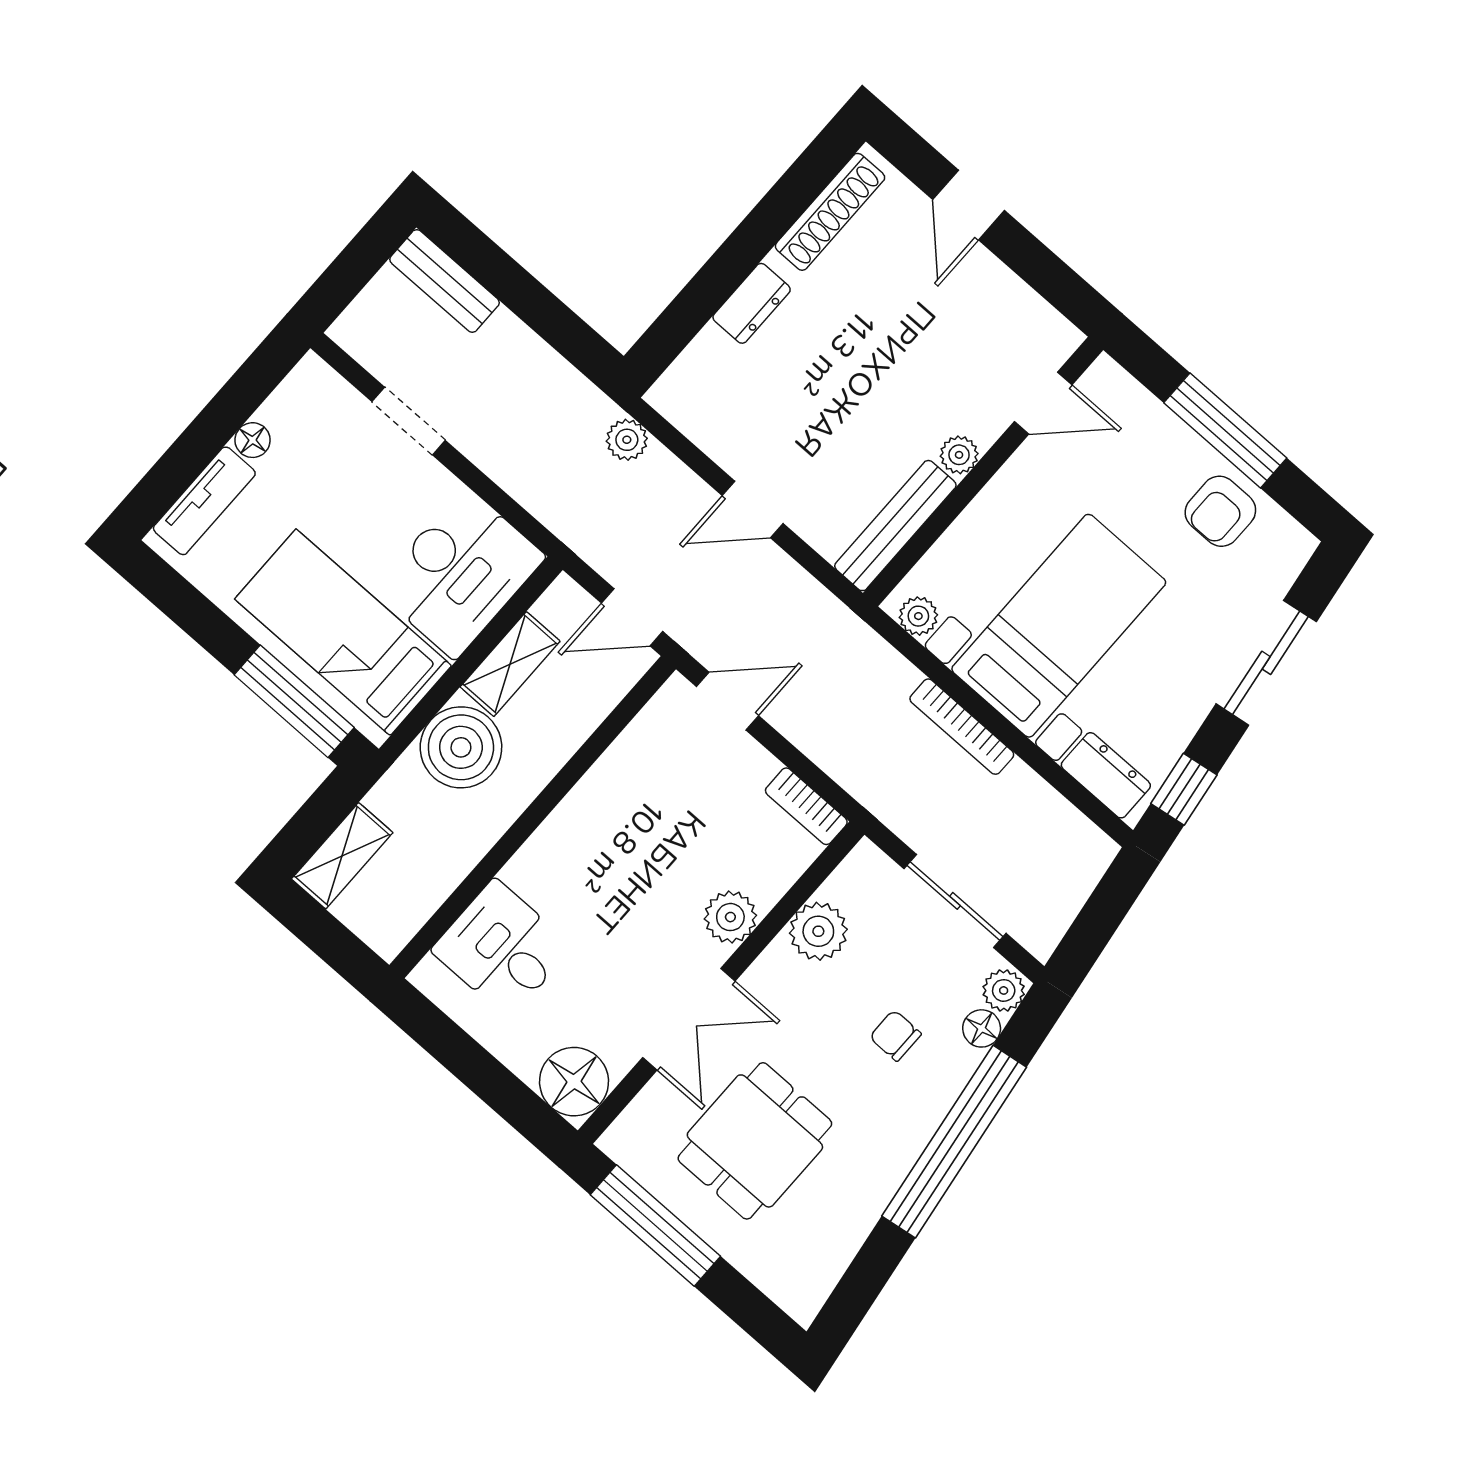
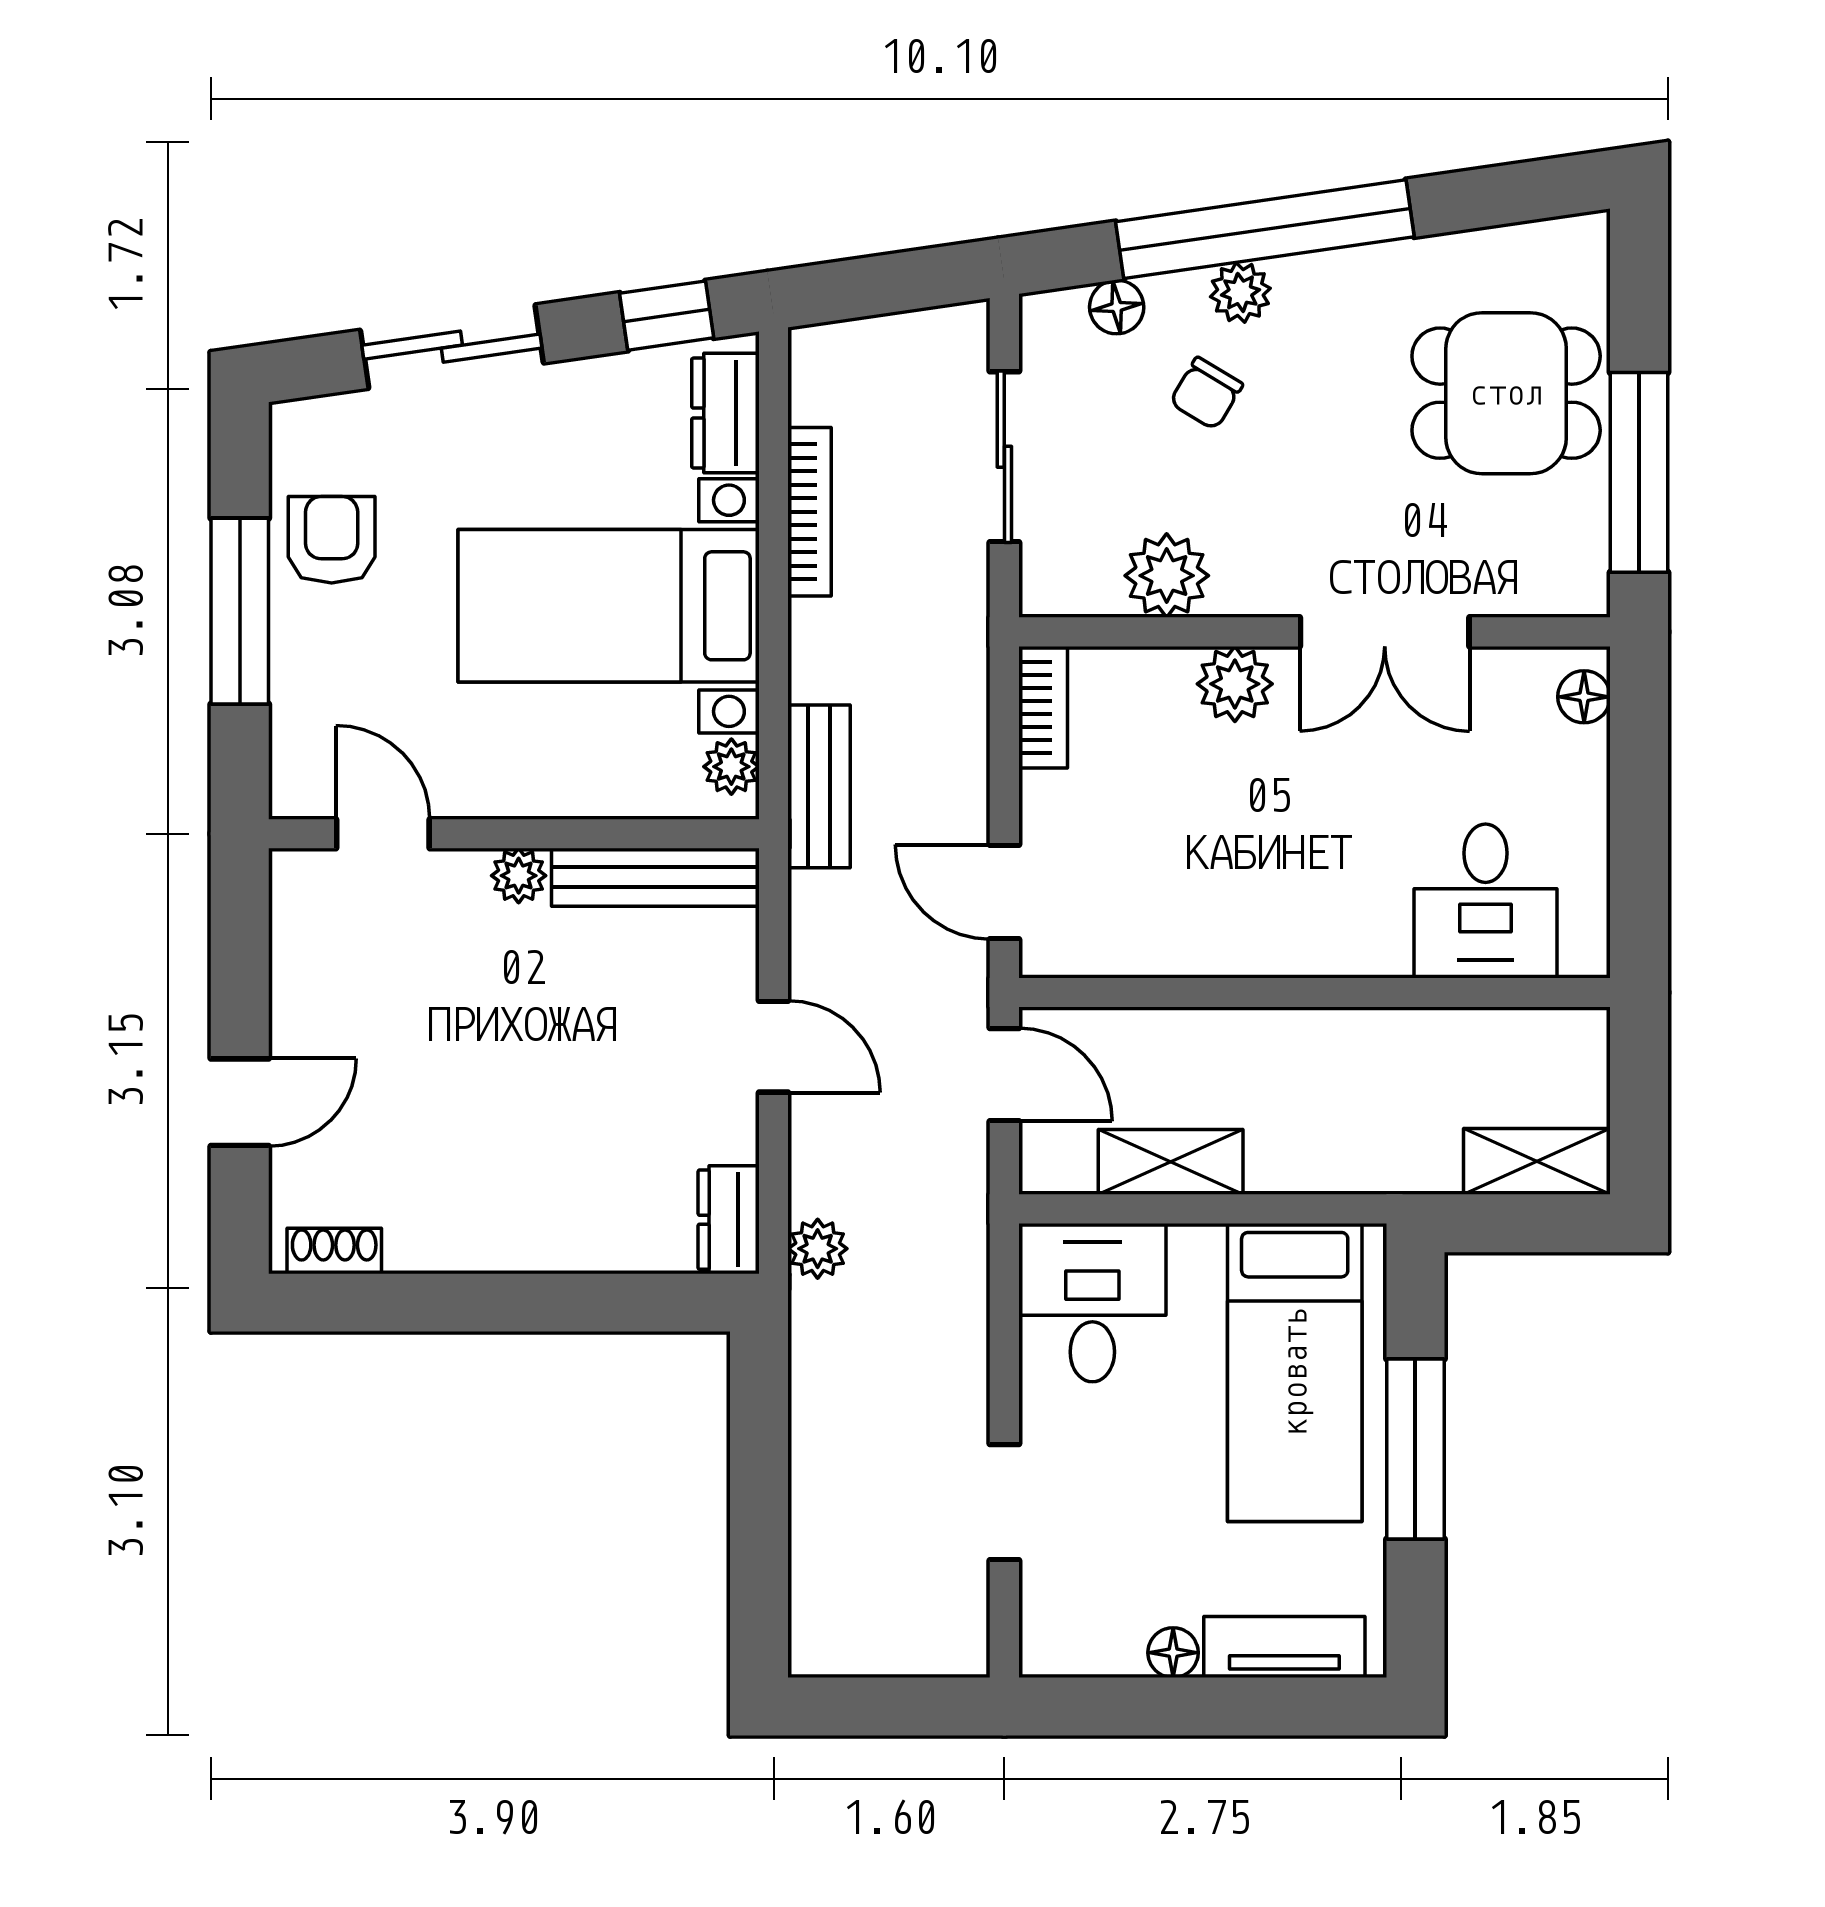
shoe rack: (830, 212) -> (334, 1251), width x0.51, depth x0.81
bench: (445, 281) -> (819, 786), moved
dresser: (752, 303) -> (729, 1220), moved, turned -90
armchair: (1220, 511) -> (332, 540), turned -90
desk: (460, 573) -> (1092, 1303), width x0.73
window: (294, 701) -> (1415, 1449), moved
bookcase: (962, 727) -> (810, 512), moved
boiler: (461, 747) -> (1307, 1136), removed
plant: (1004, 990) -> (1240, 292), moved
double door: (689, 1019) -> (1385, 632), swing flipped
chair: (895, 1036) -> (1206, 393), turned 31
floor lamp: (574, 1082) -> (1584, 697), width x0.53, depth x0.53
dining table: (755, 1141) -> (1506, 393), moved

